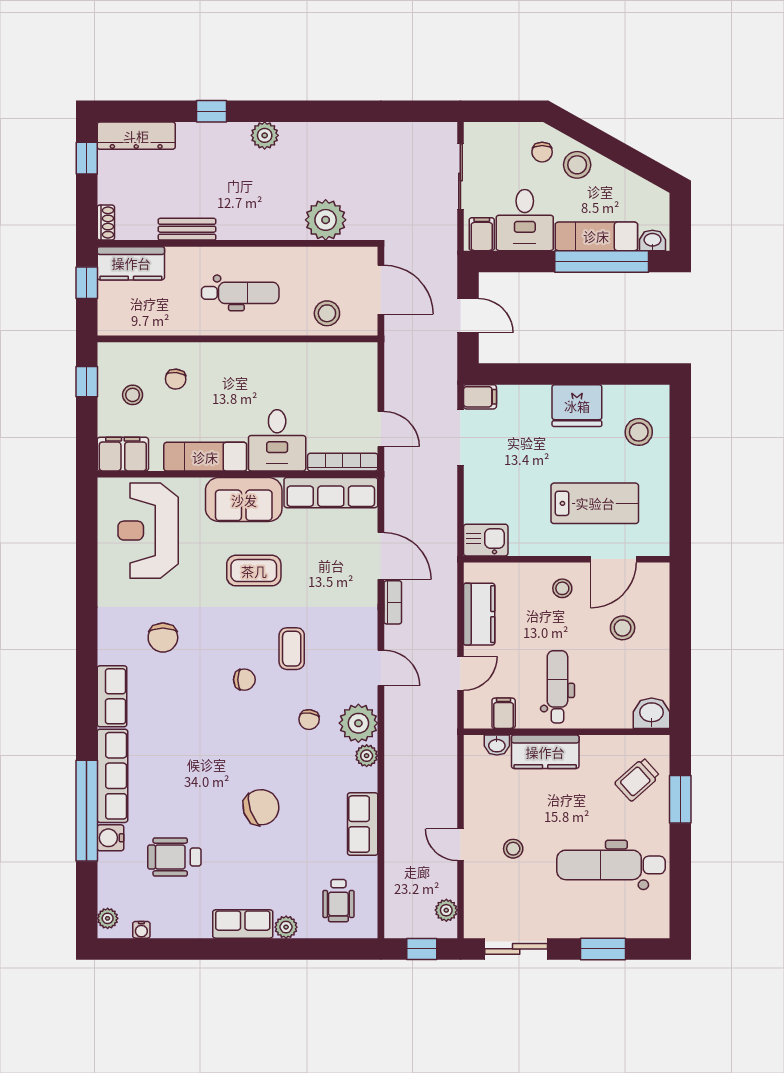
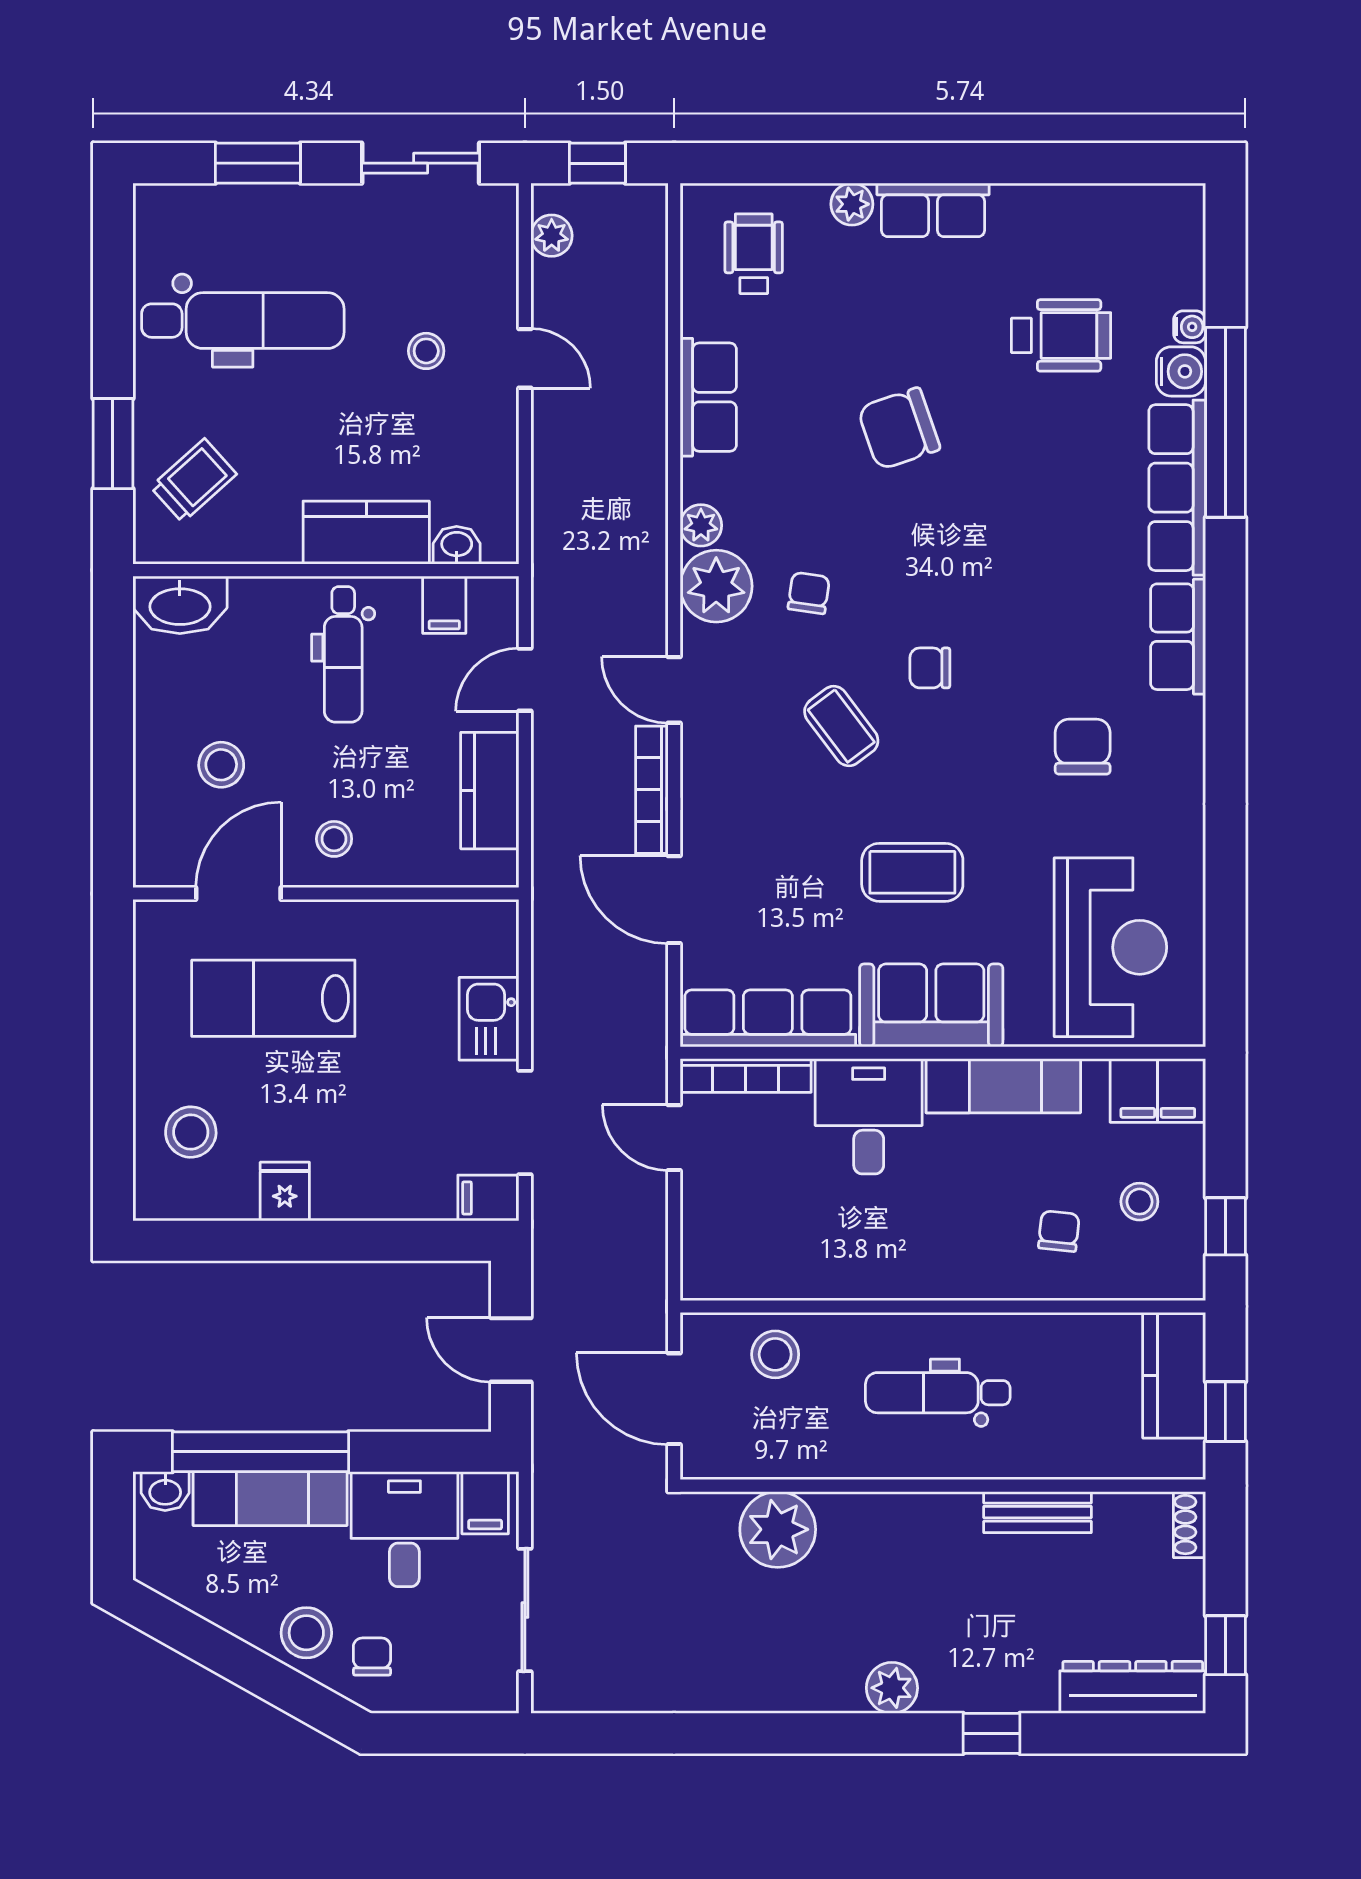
kitchen counter: (131, 263) -> (1174, 1375), moved, turned -90
fridge: (577, 406) -> (285, 1192), width x0.53, depth x0.75
kitchen sink: (486, 540) -> (489, 1019), moved, turned 90
bookcase: (393, 602) -> (652, 790), width x1.56
coffee table: (292, 649) -> (841, 726), turned -37
washbasin: (652, 713) -> (180, 605), width x1.38
plant: (108, 918) -> (1186, 220), removed
water cooler: (141, 930) -> (1190, 327), moved, turned 90

